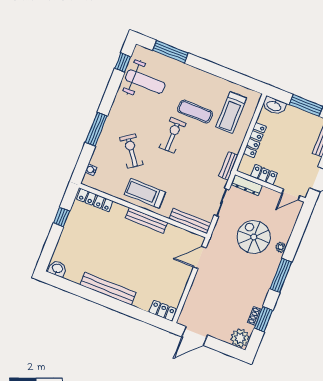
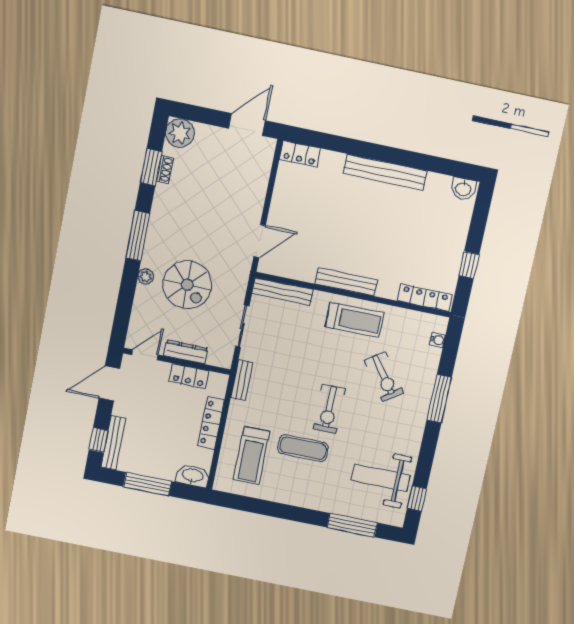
treadmill: (231, 113) -> (251, 456), turned 180
dresser: (247, 185) -> (186, 352), moved

